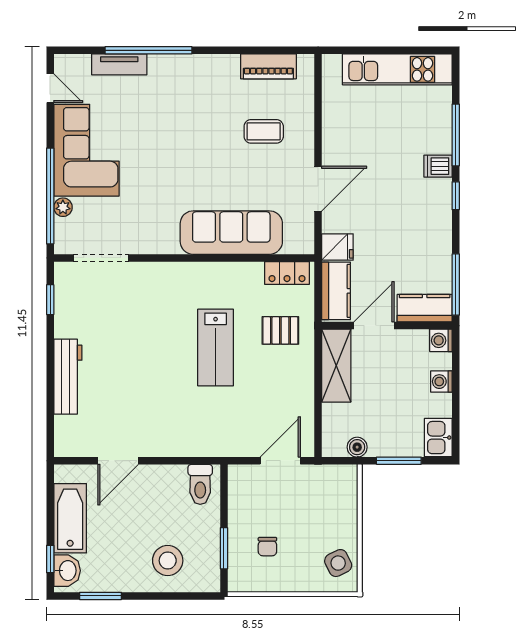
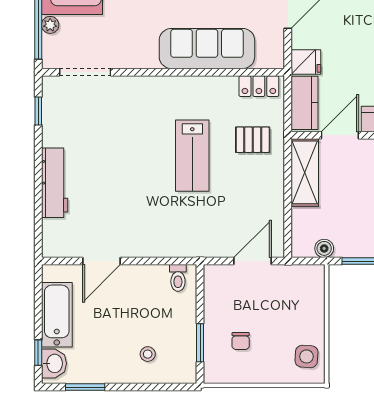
toilet: (200, 484) -> (178, 278), width x0.73, depth x0.72
stool: (168, 561) -> (148, 354), width x0.53, depth x0.53
side table: (338, 563) -> (306, 356), turned 30

